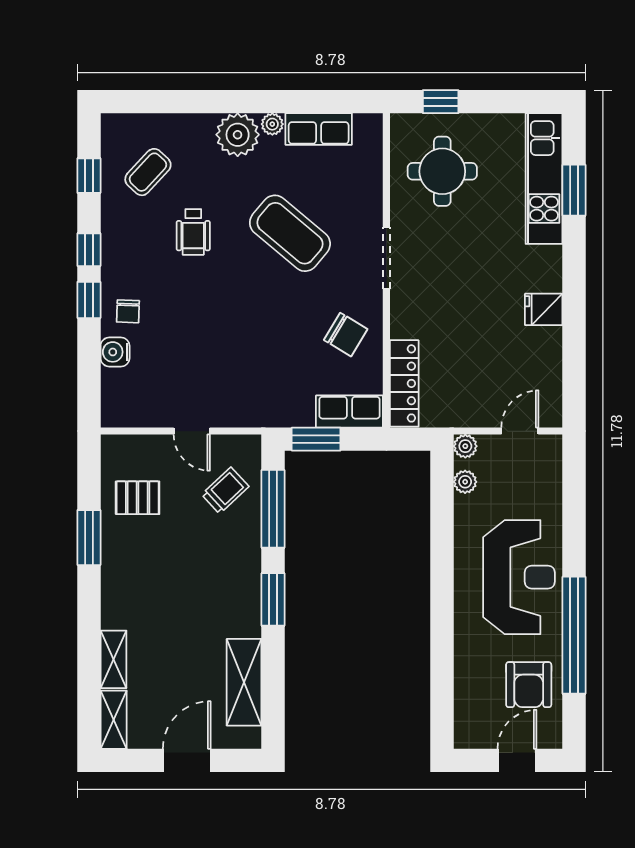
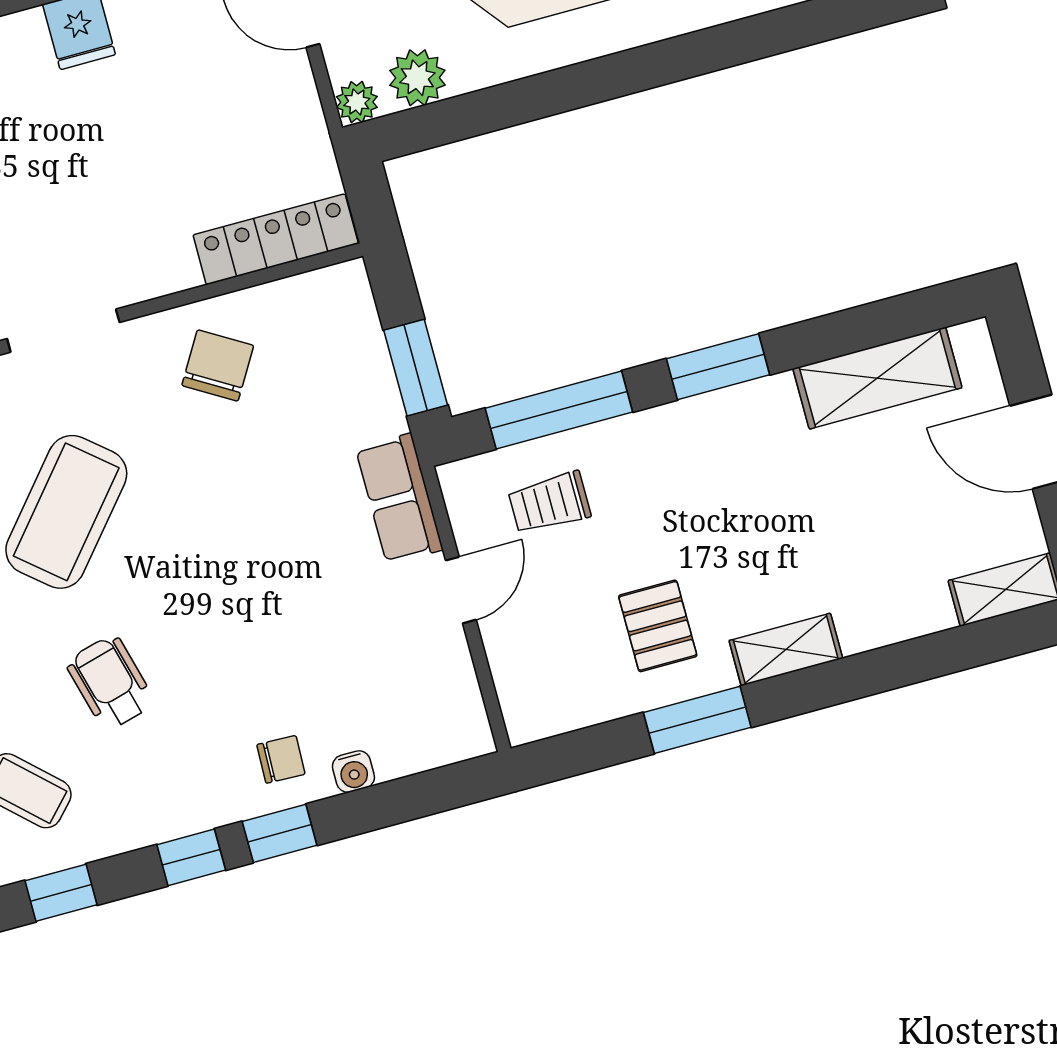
wheelchair: (193, 232) -> (110, 683), turned -105
water cooler: (115, 352) -> (353, 772), width x0.72, depth x0.72
row of seats: (349, 412) -> (399, 499), moved
plant: (465, 482) -> (417, 78), width x1.38, depth x1.38
trolley: (225, 490) -> (549, 503), turned -47
pallet: (138, 498) -> (658, 626), moved
shelving: (113, 659) -> (786, 650), moved

